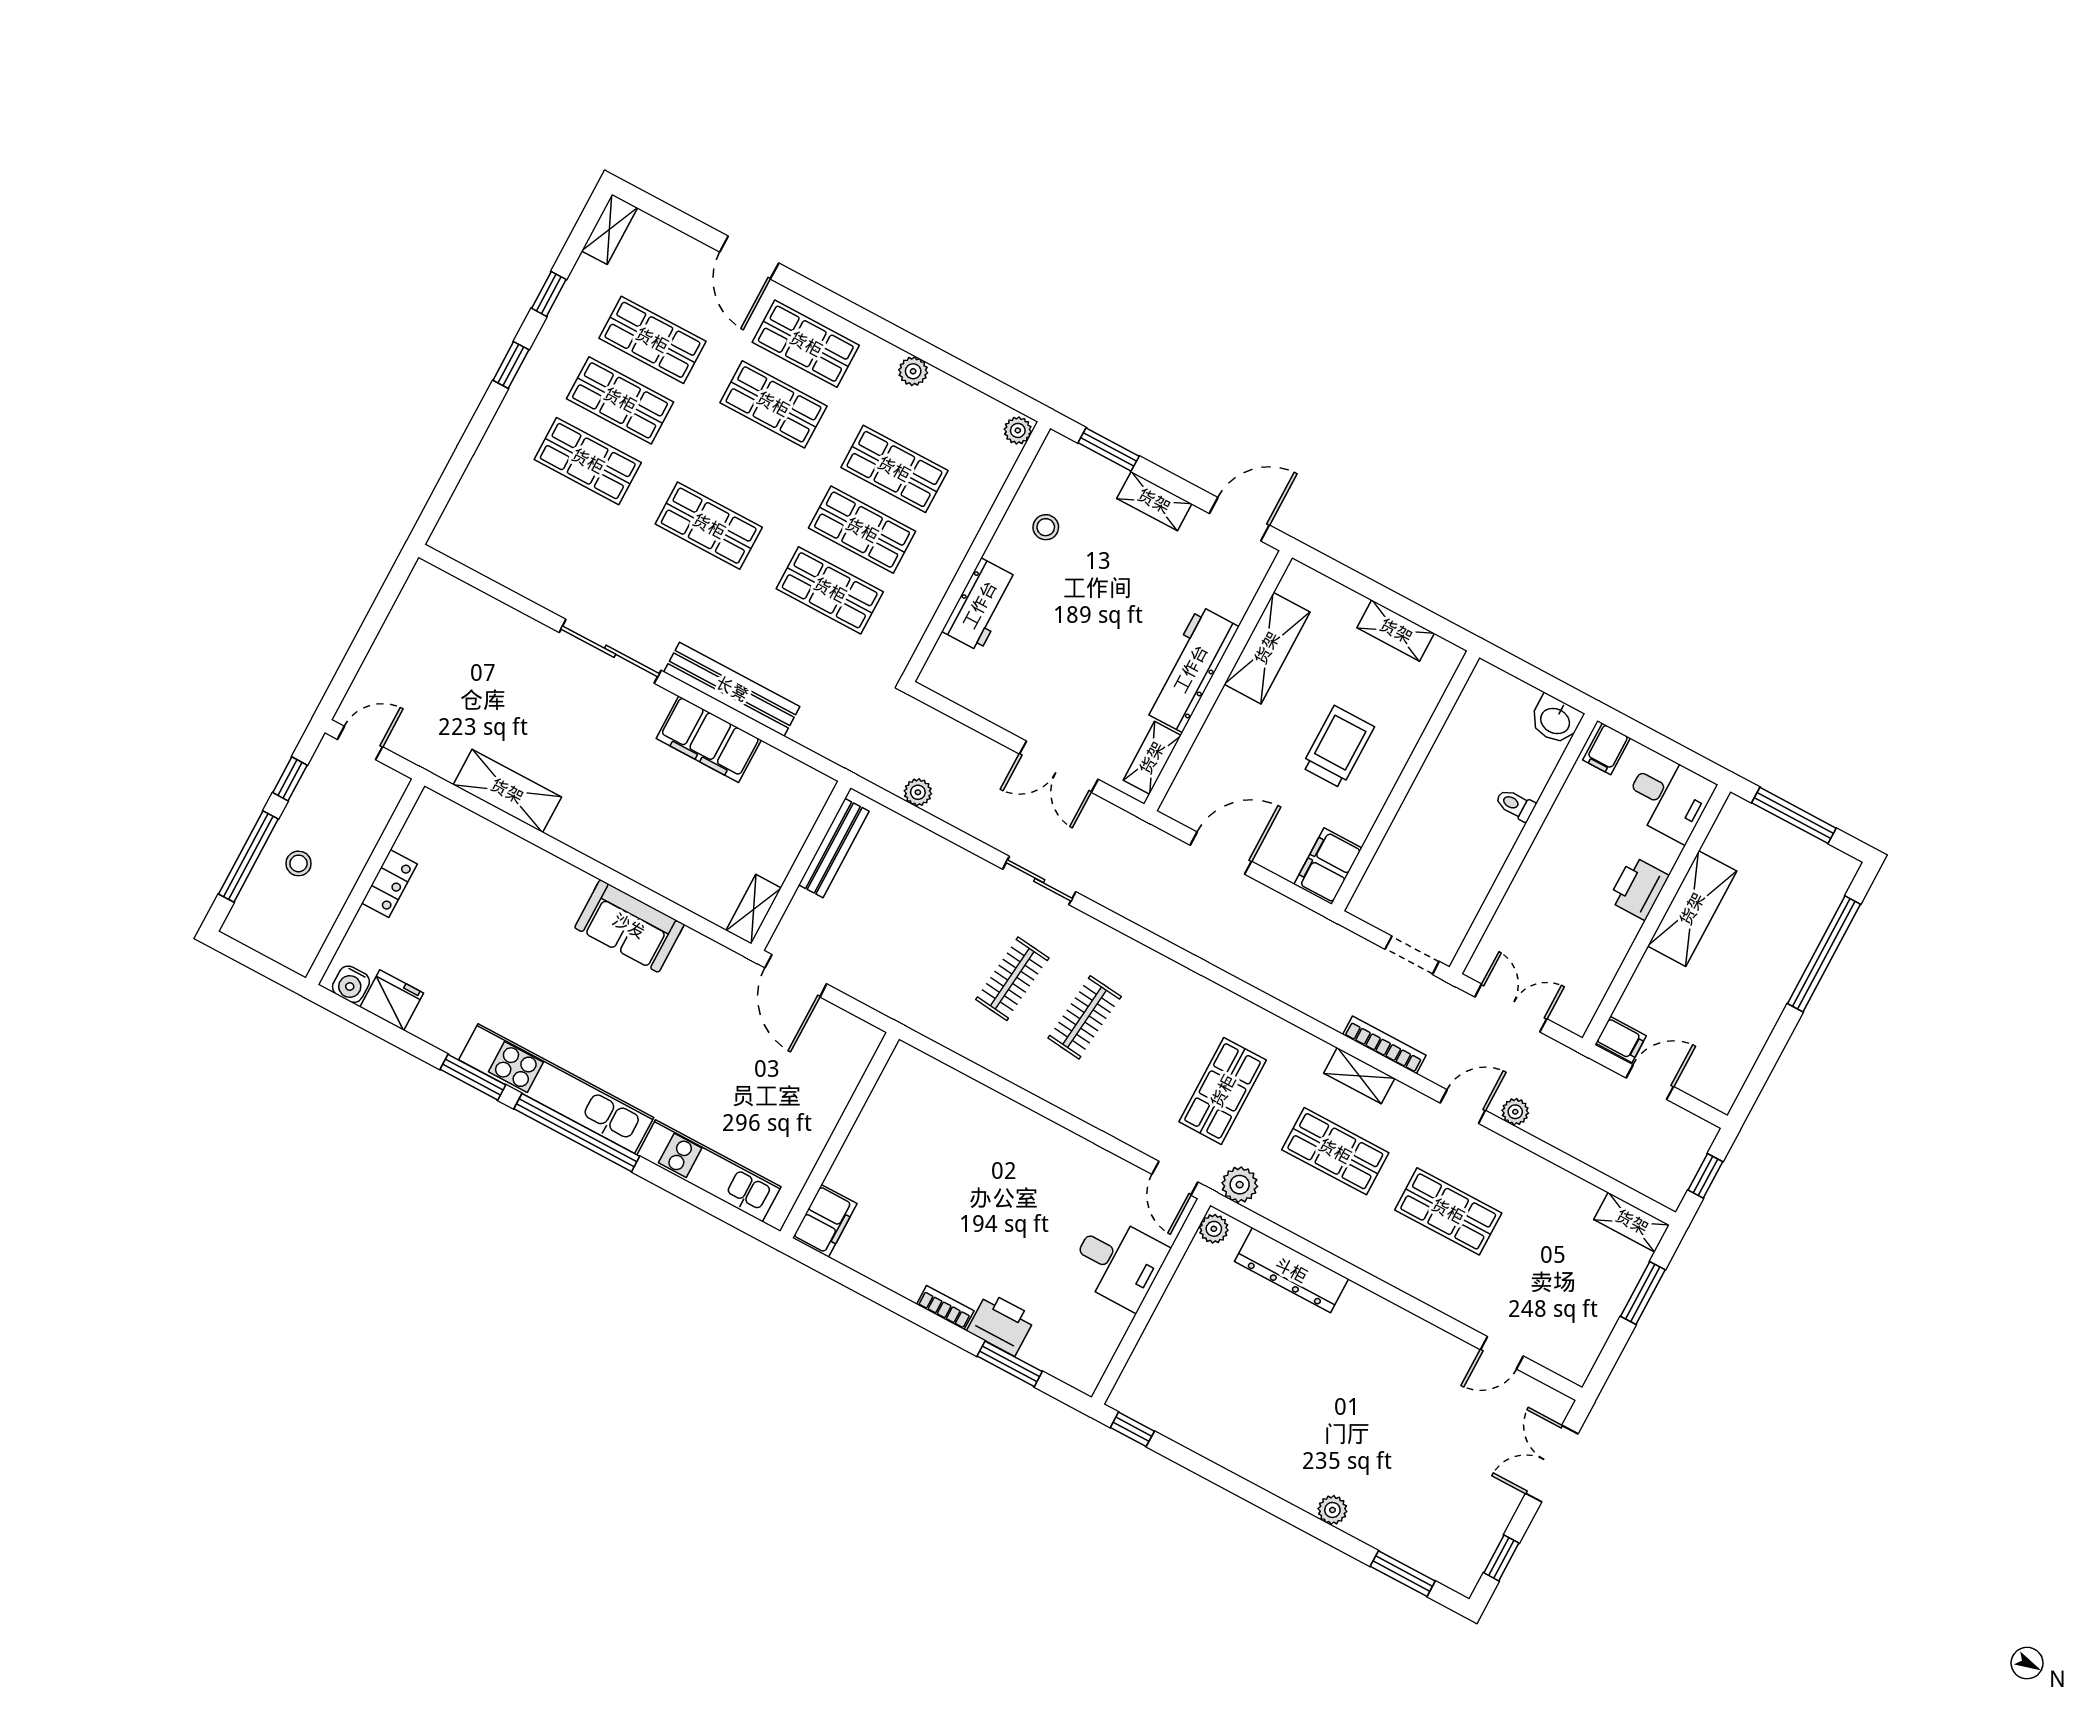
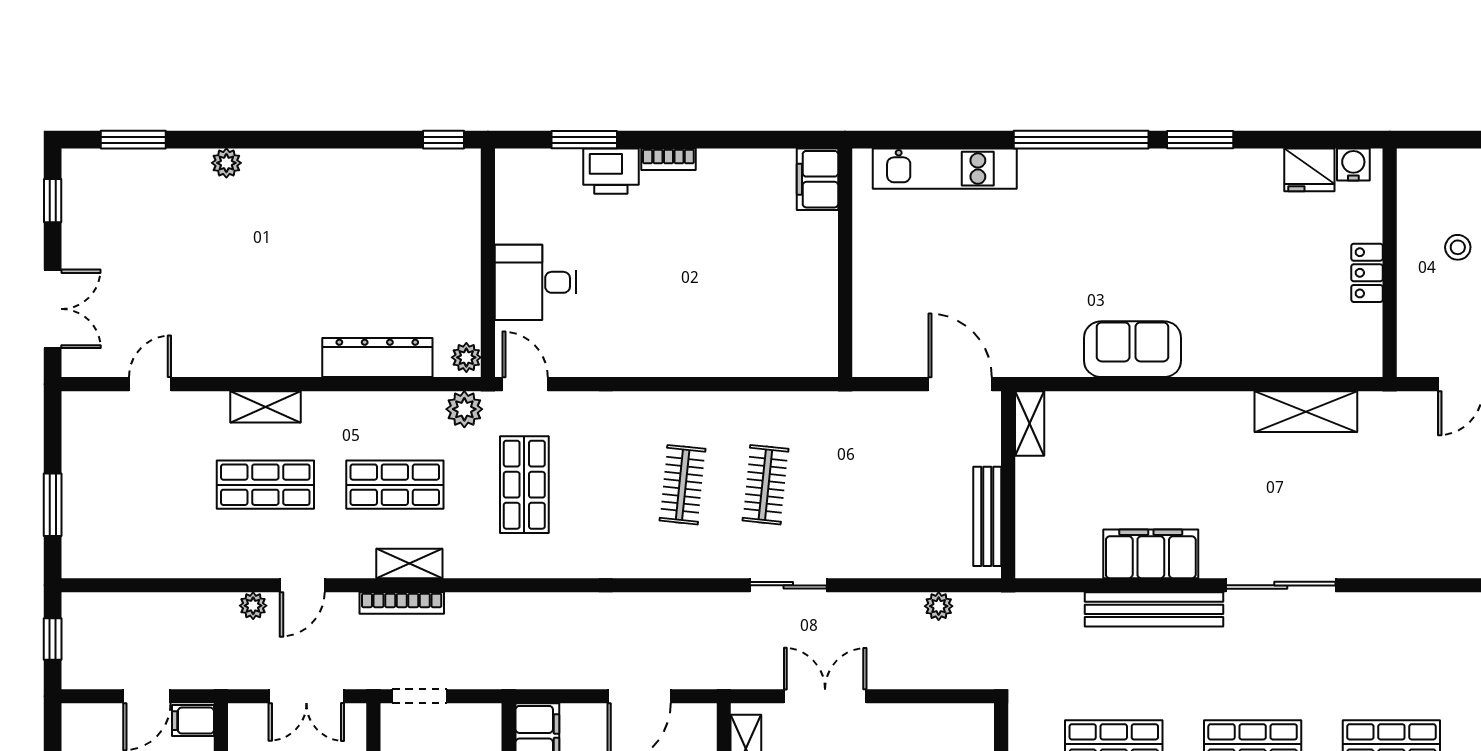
kitchen unit: (556, 1089) -> (1120, 169), removed
shelving: (1632, 1222) -> (266, 407), moved

